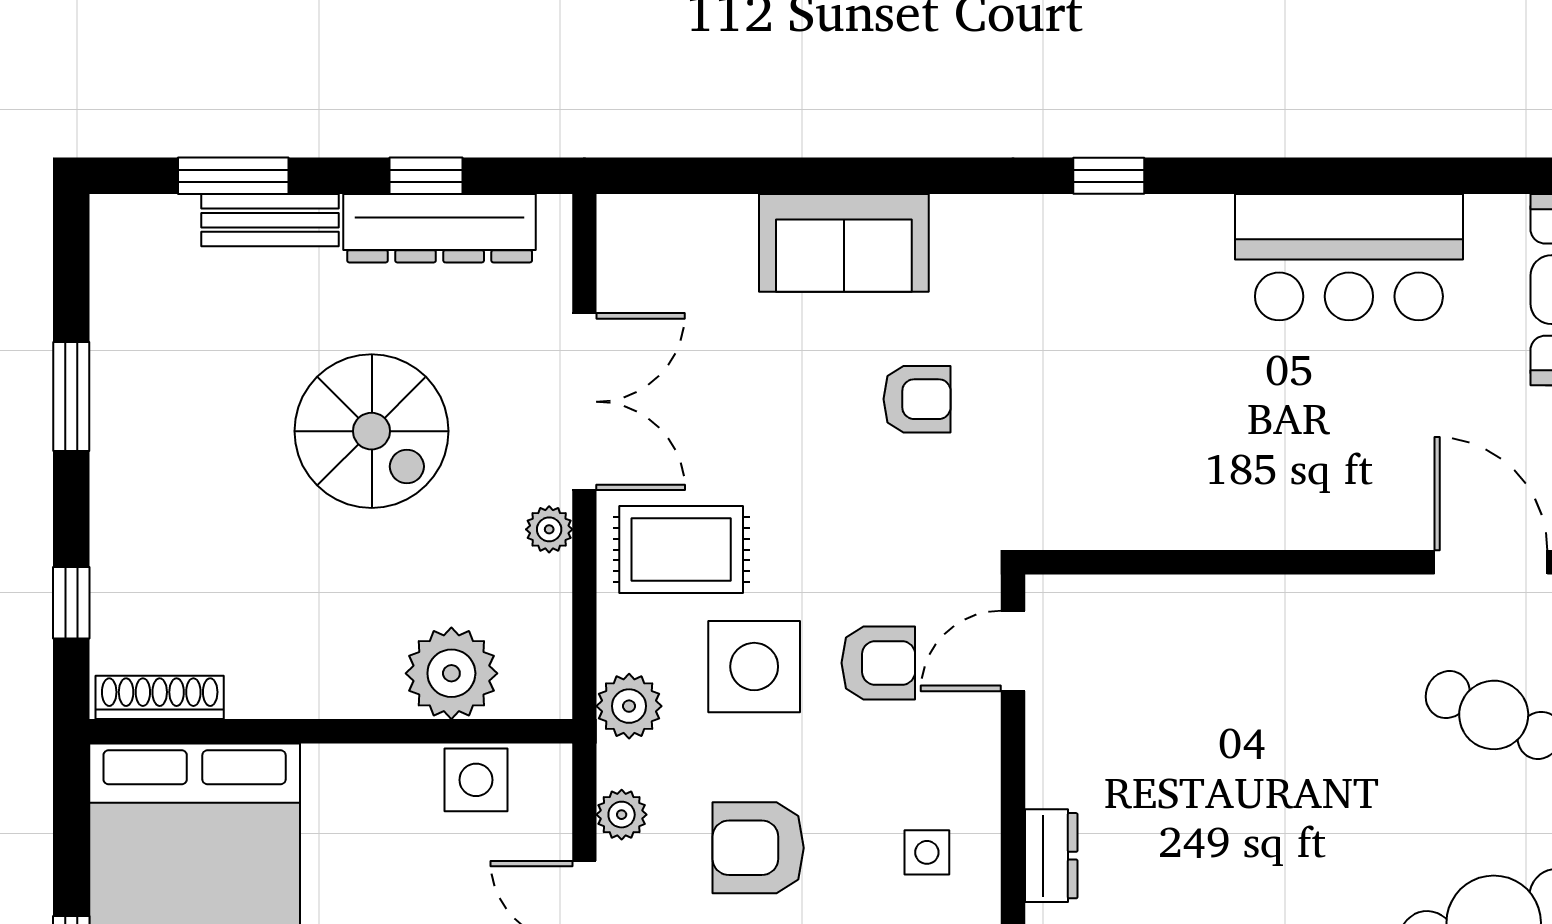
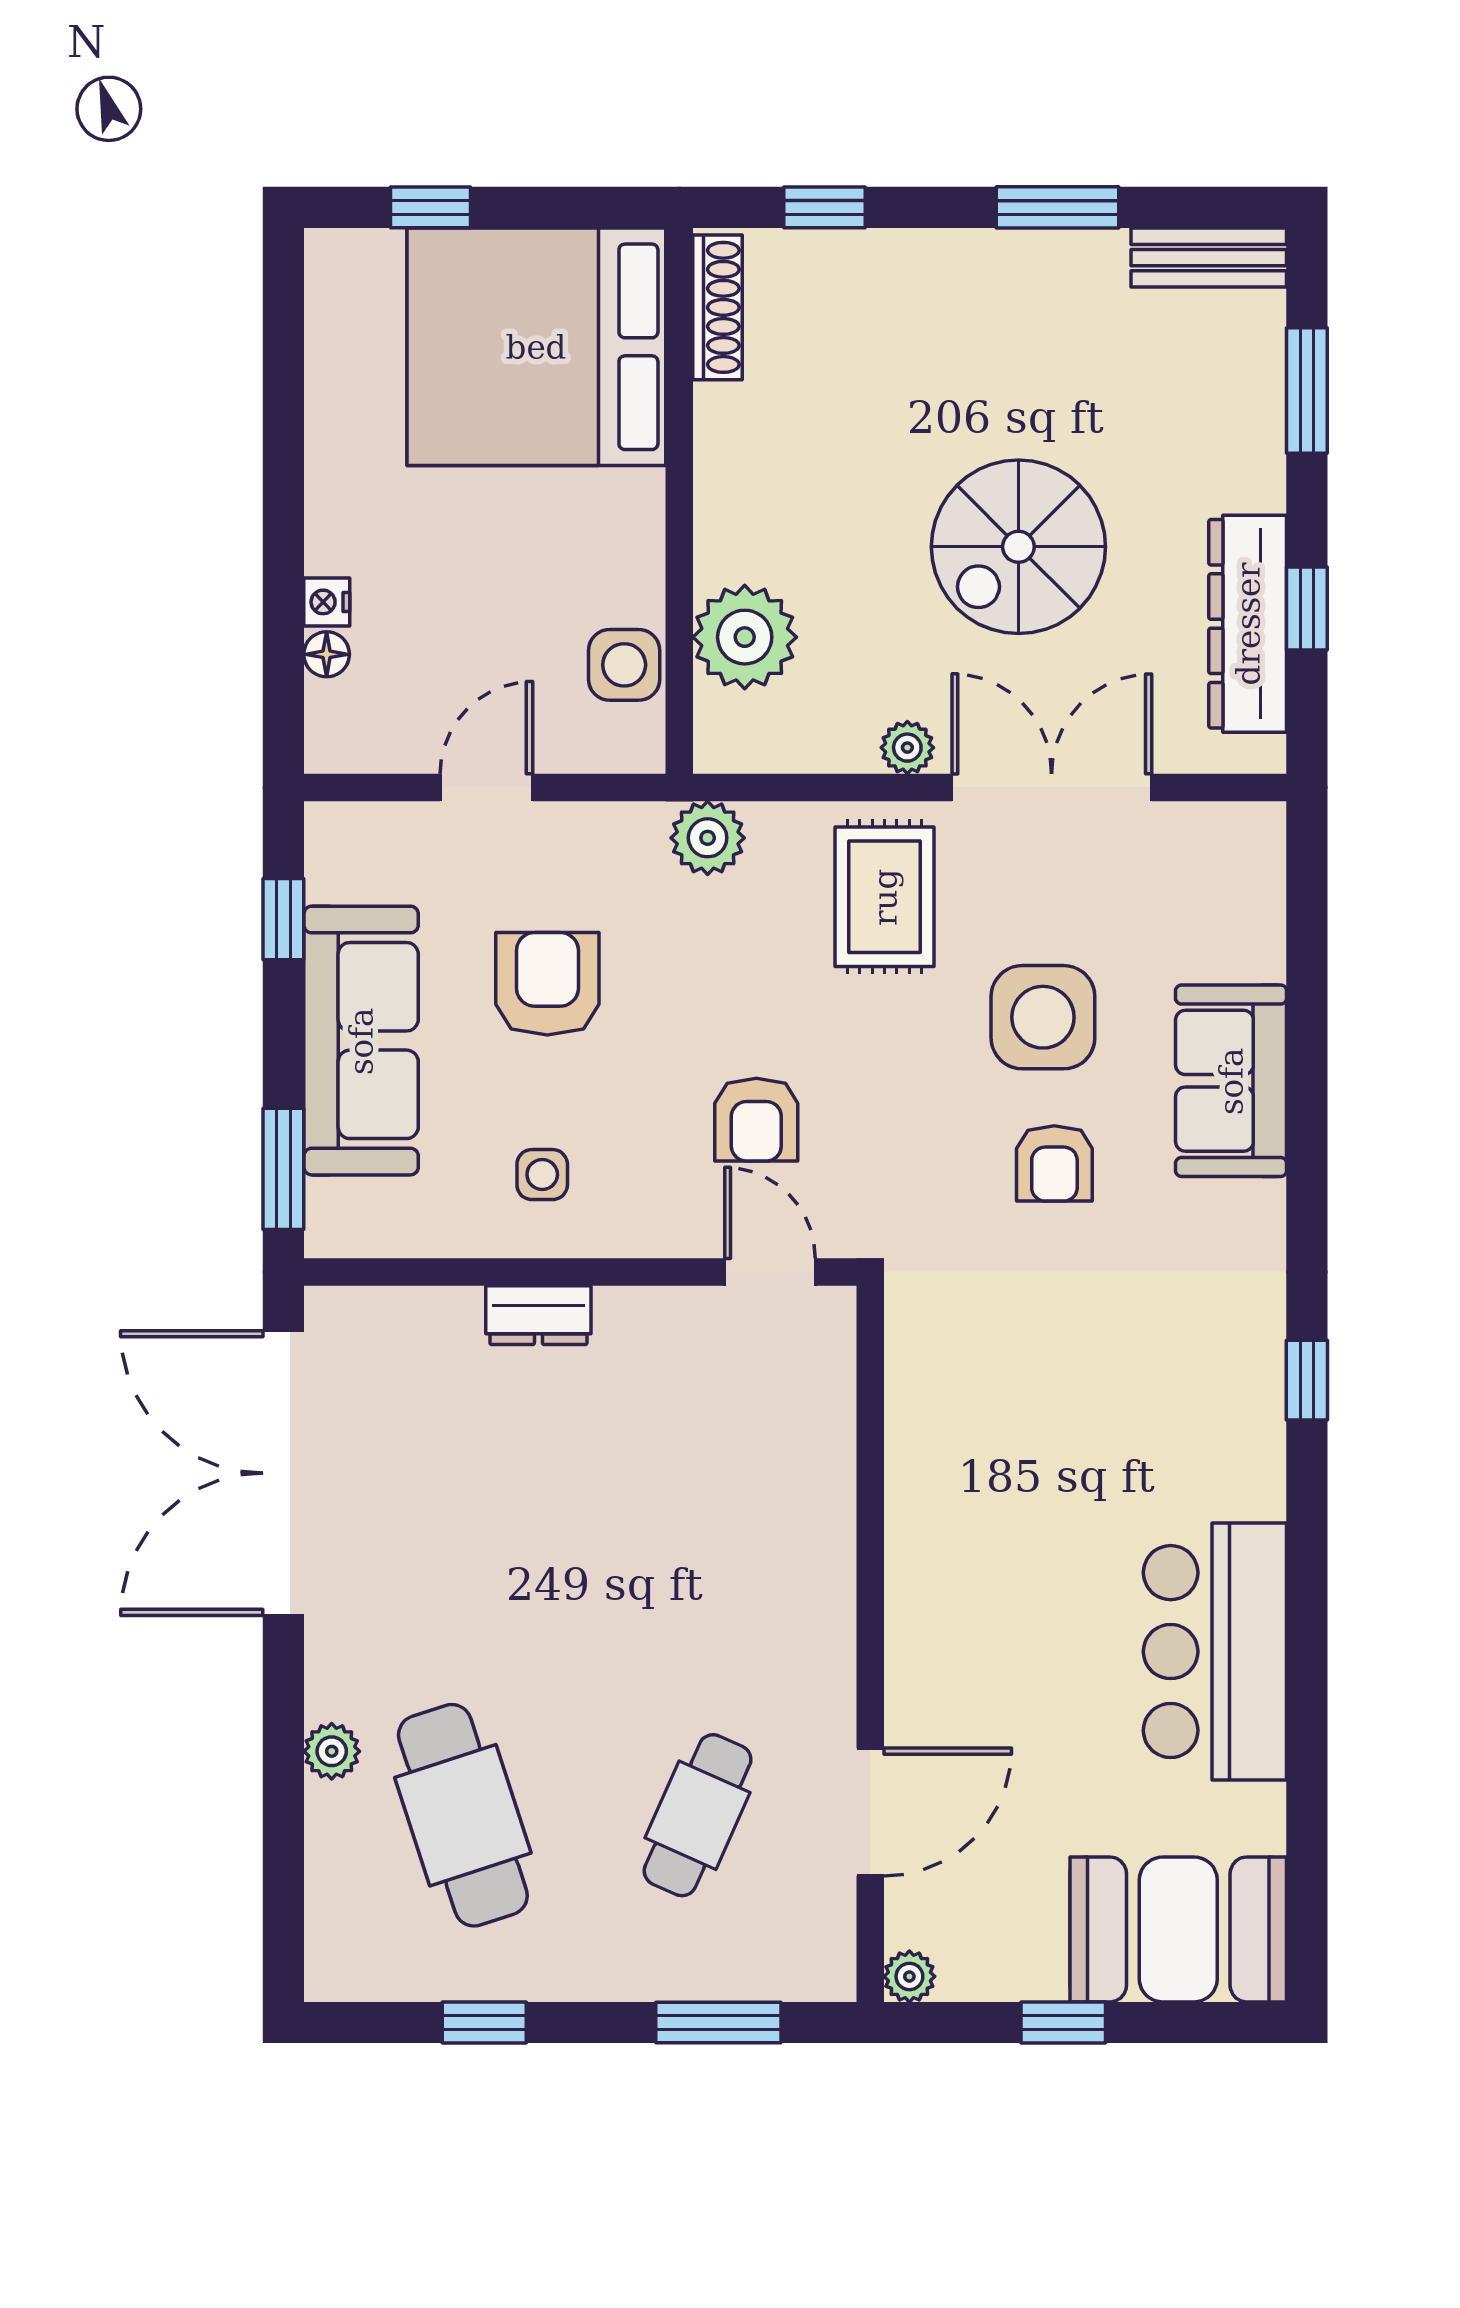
bench: (270, 220) -> (1209, 258), moved, turned 90
double door: (584, 402) -> (1052, 787), swing flipped
side table: (754, 667) -> (1043, 1017), moved
plant: (622, 815) -> (585, 829), removed

